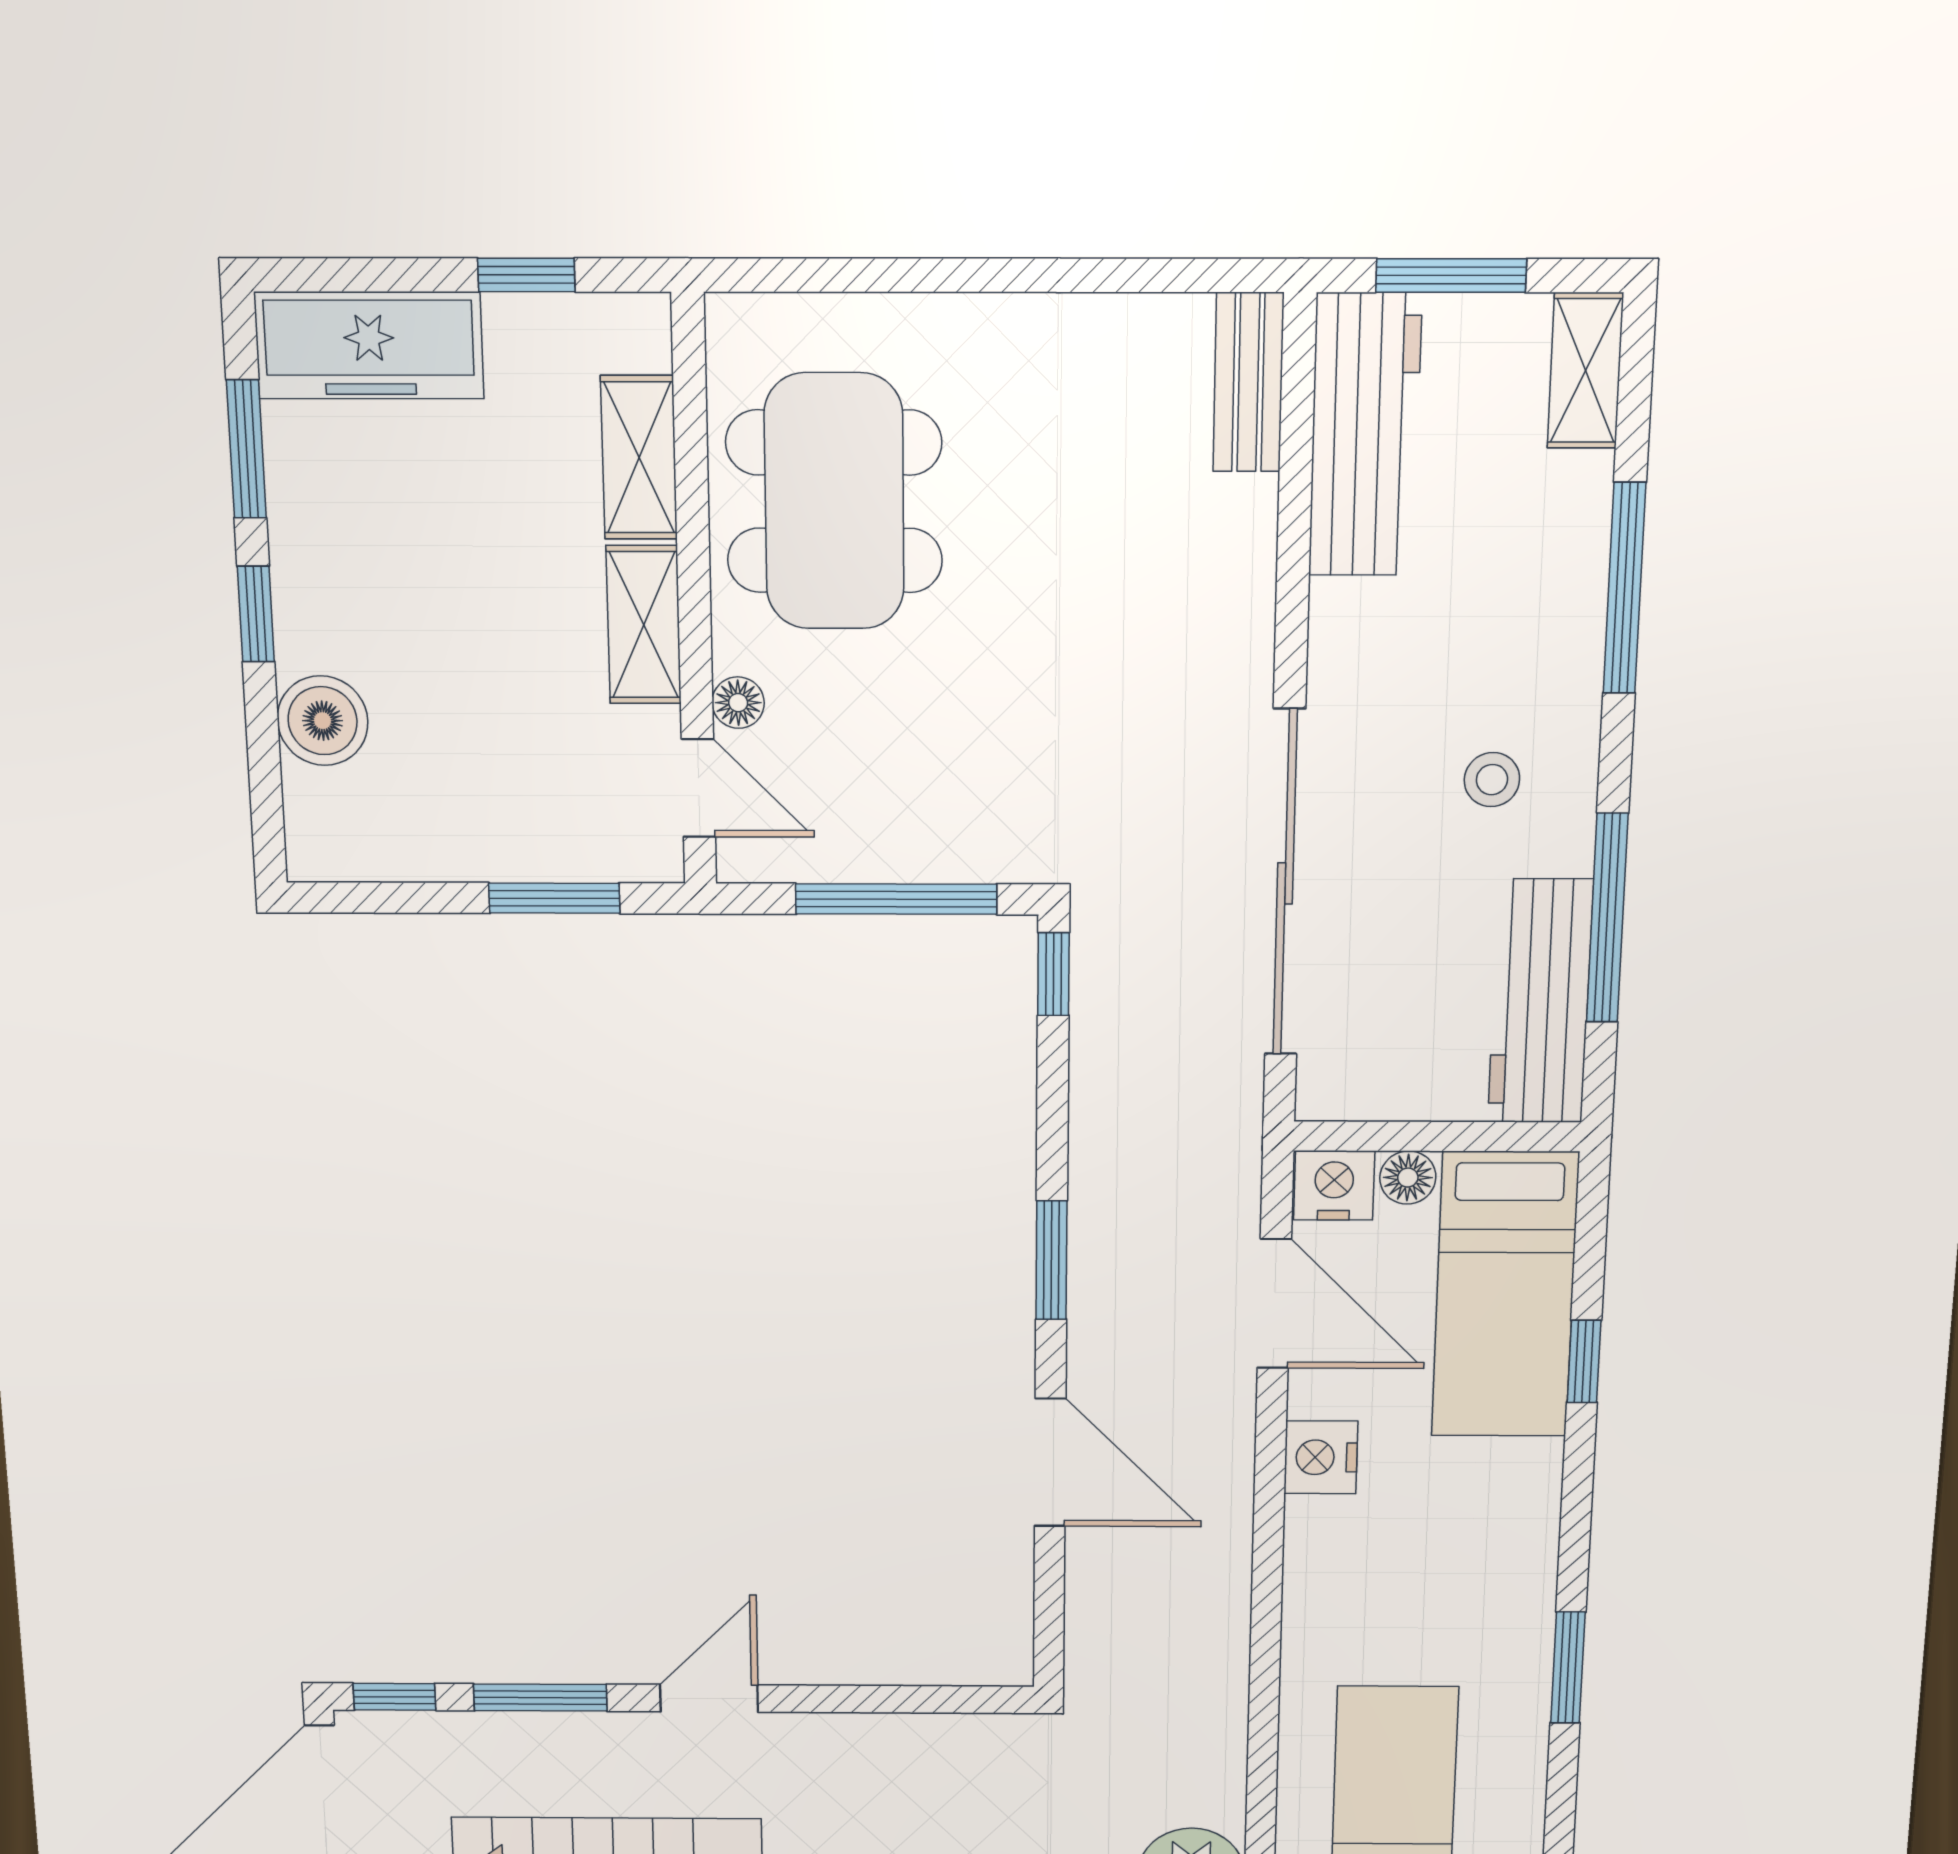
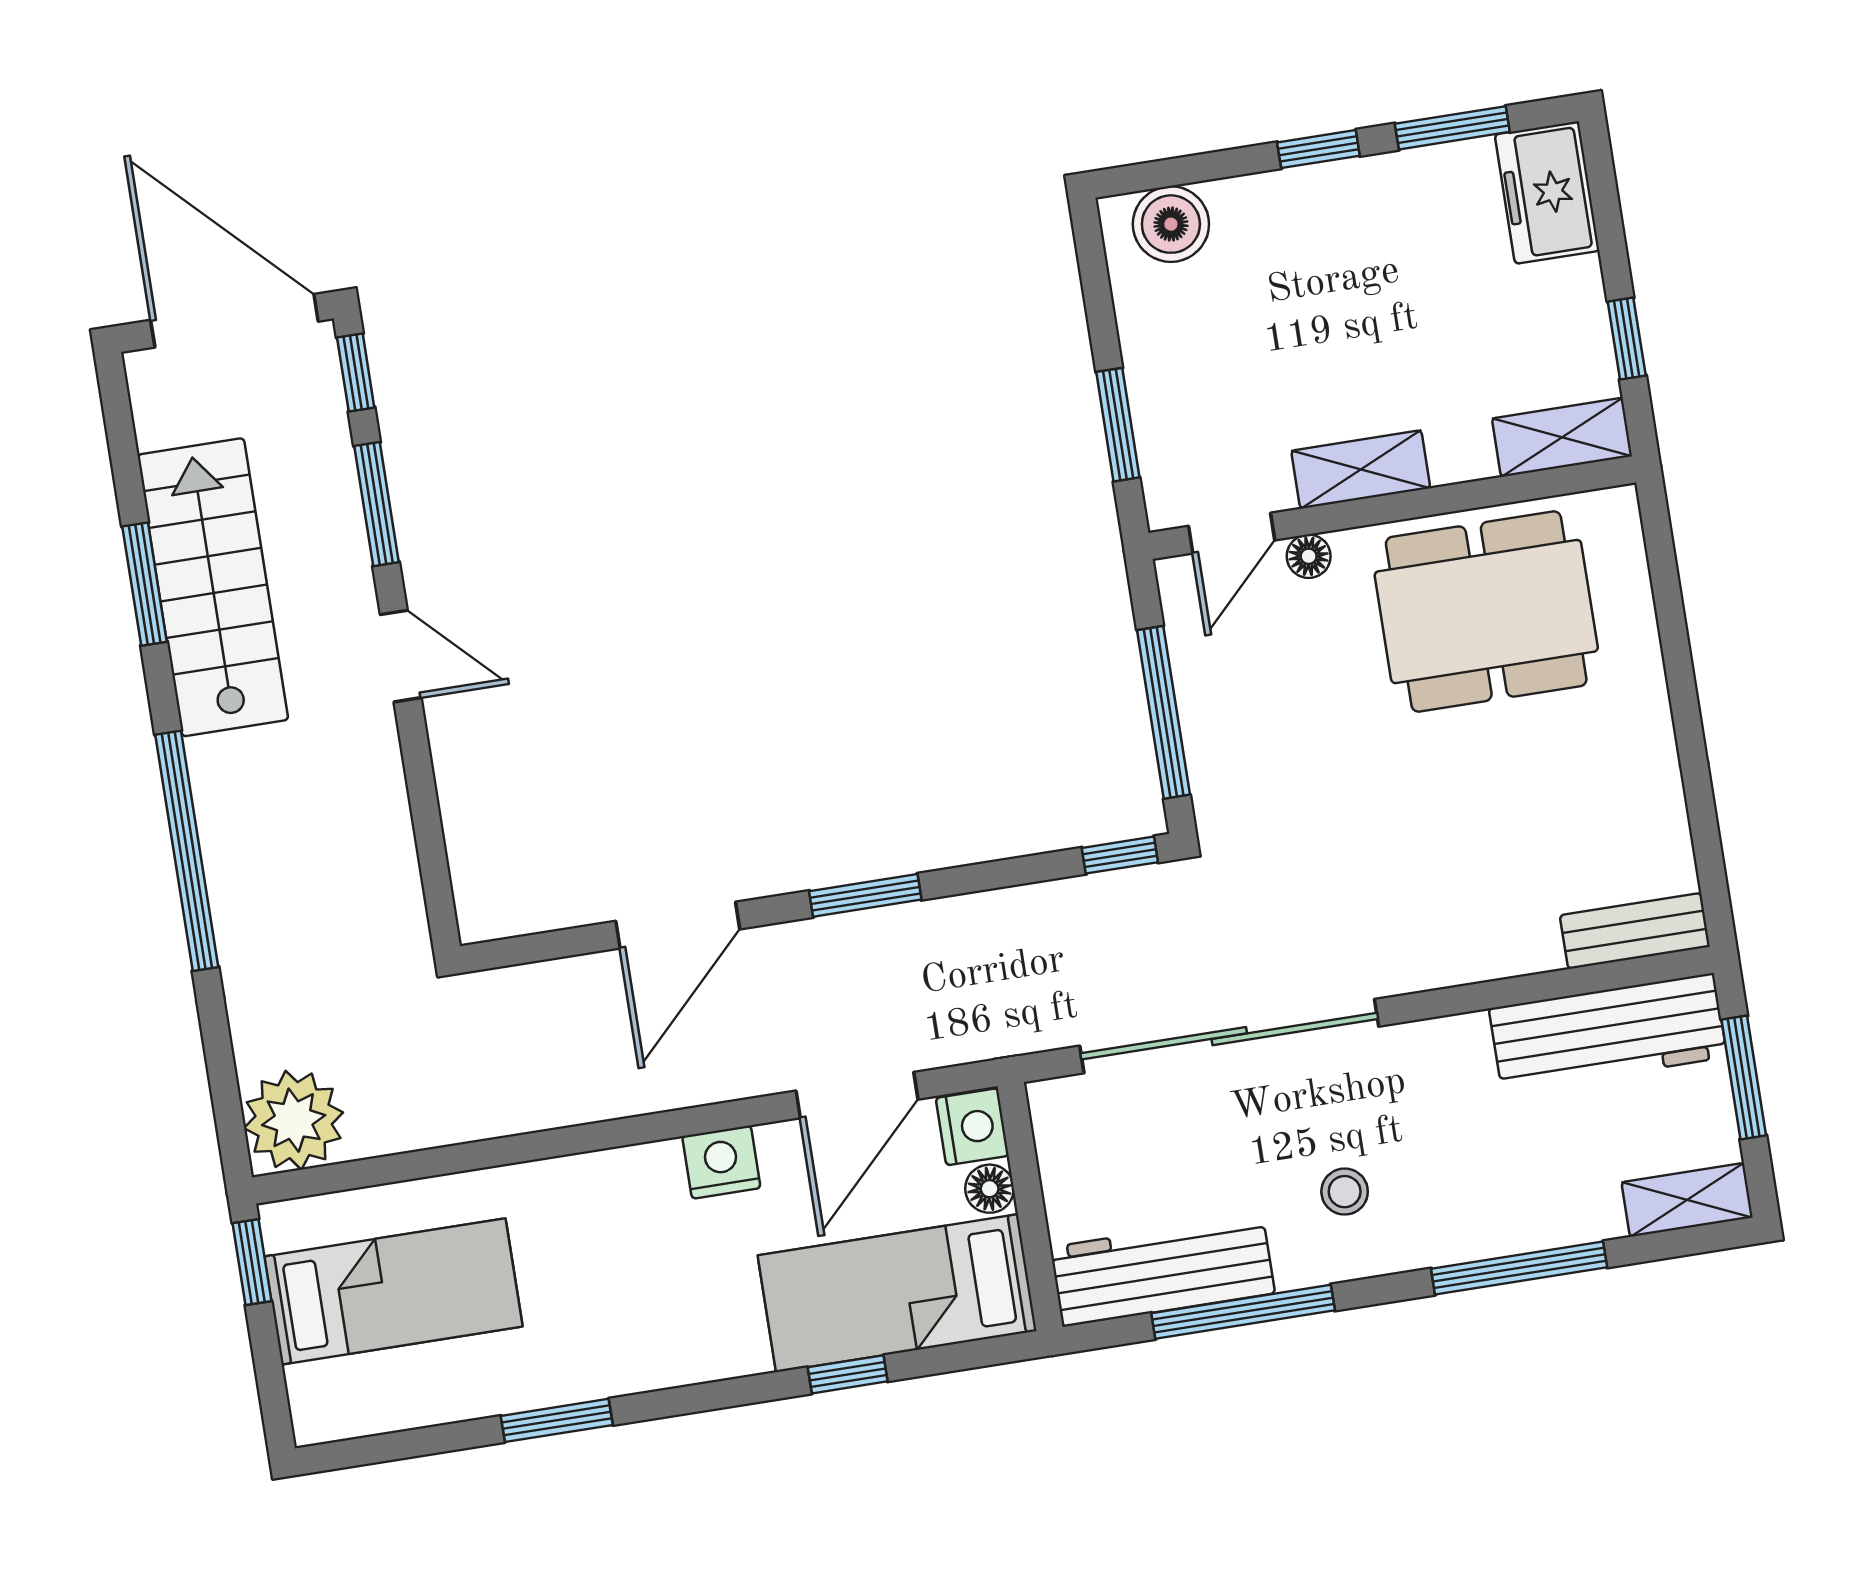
freezer: (369, 345) -> (1547, 193), width x0.71
shelving: (639, 458) -> (1562, 437), moved
boiler: (323, 721) -> (1171, 224), moved

